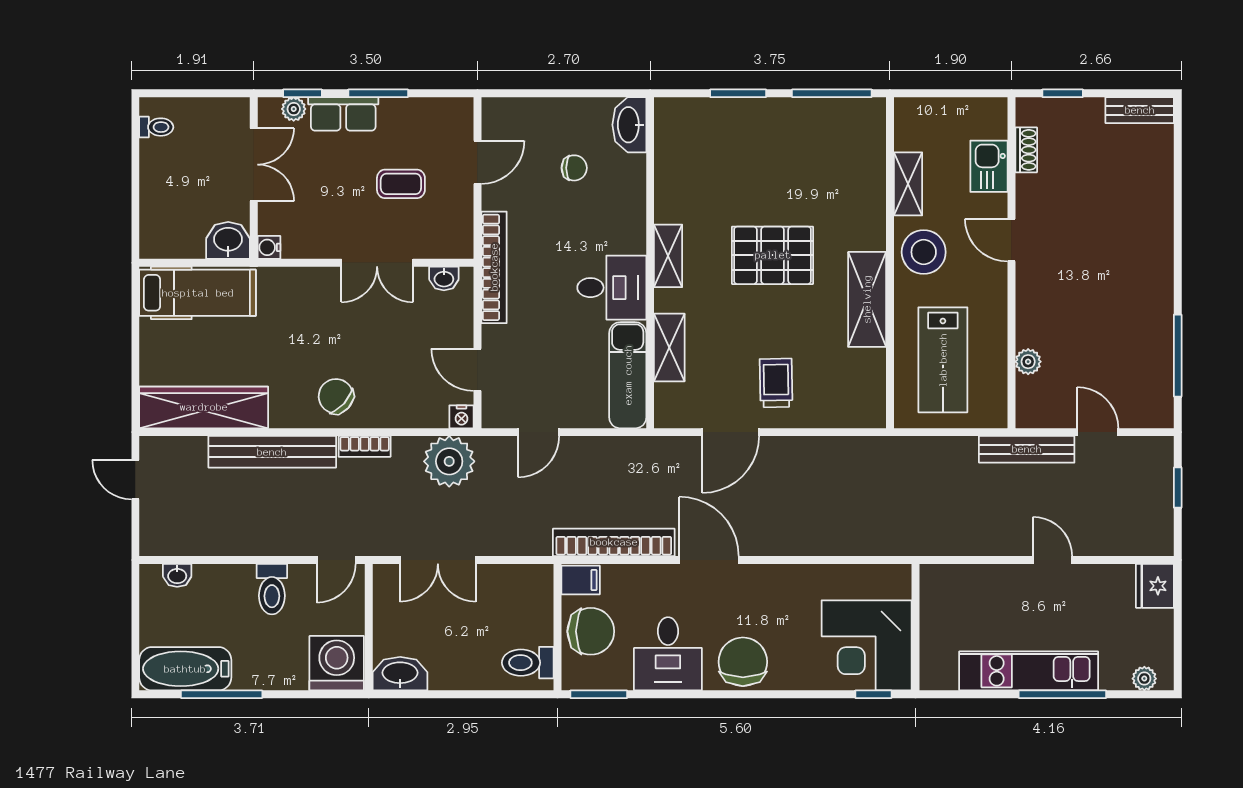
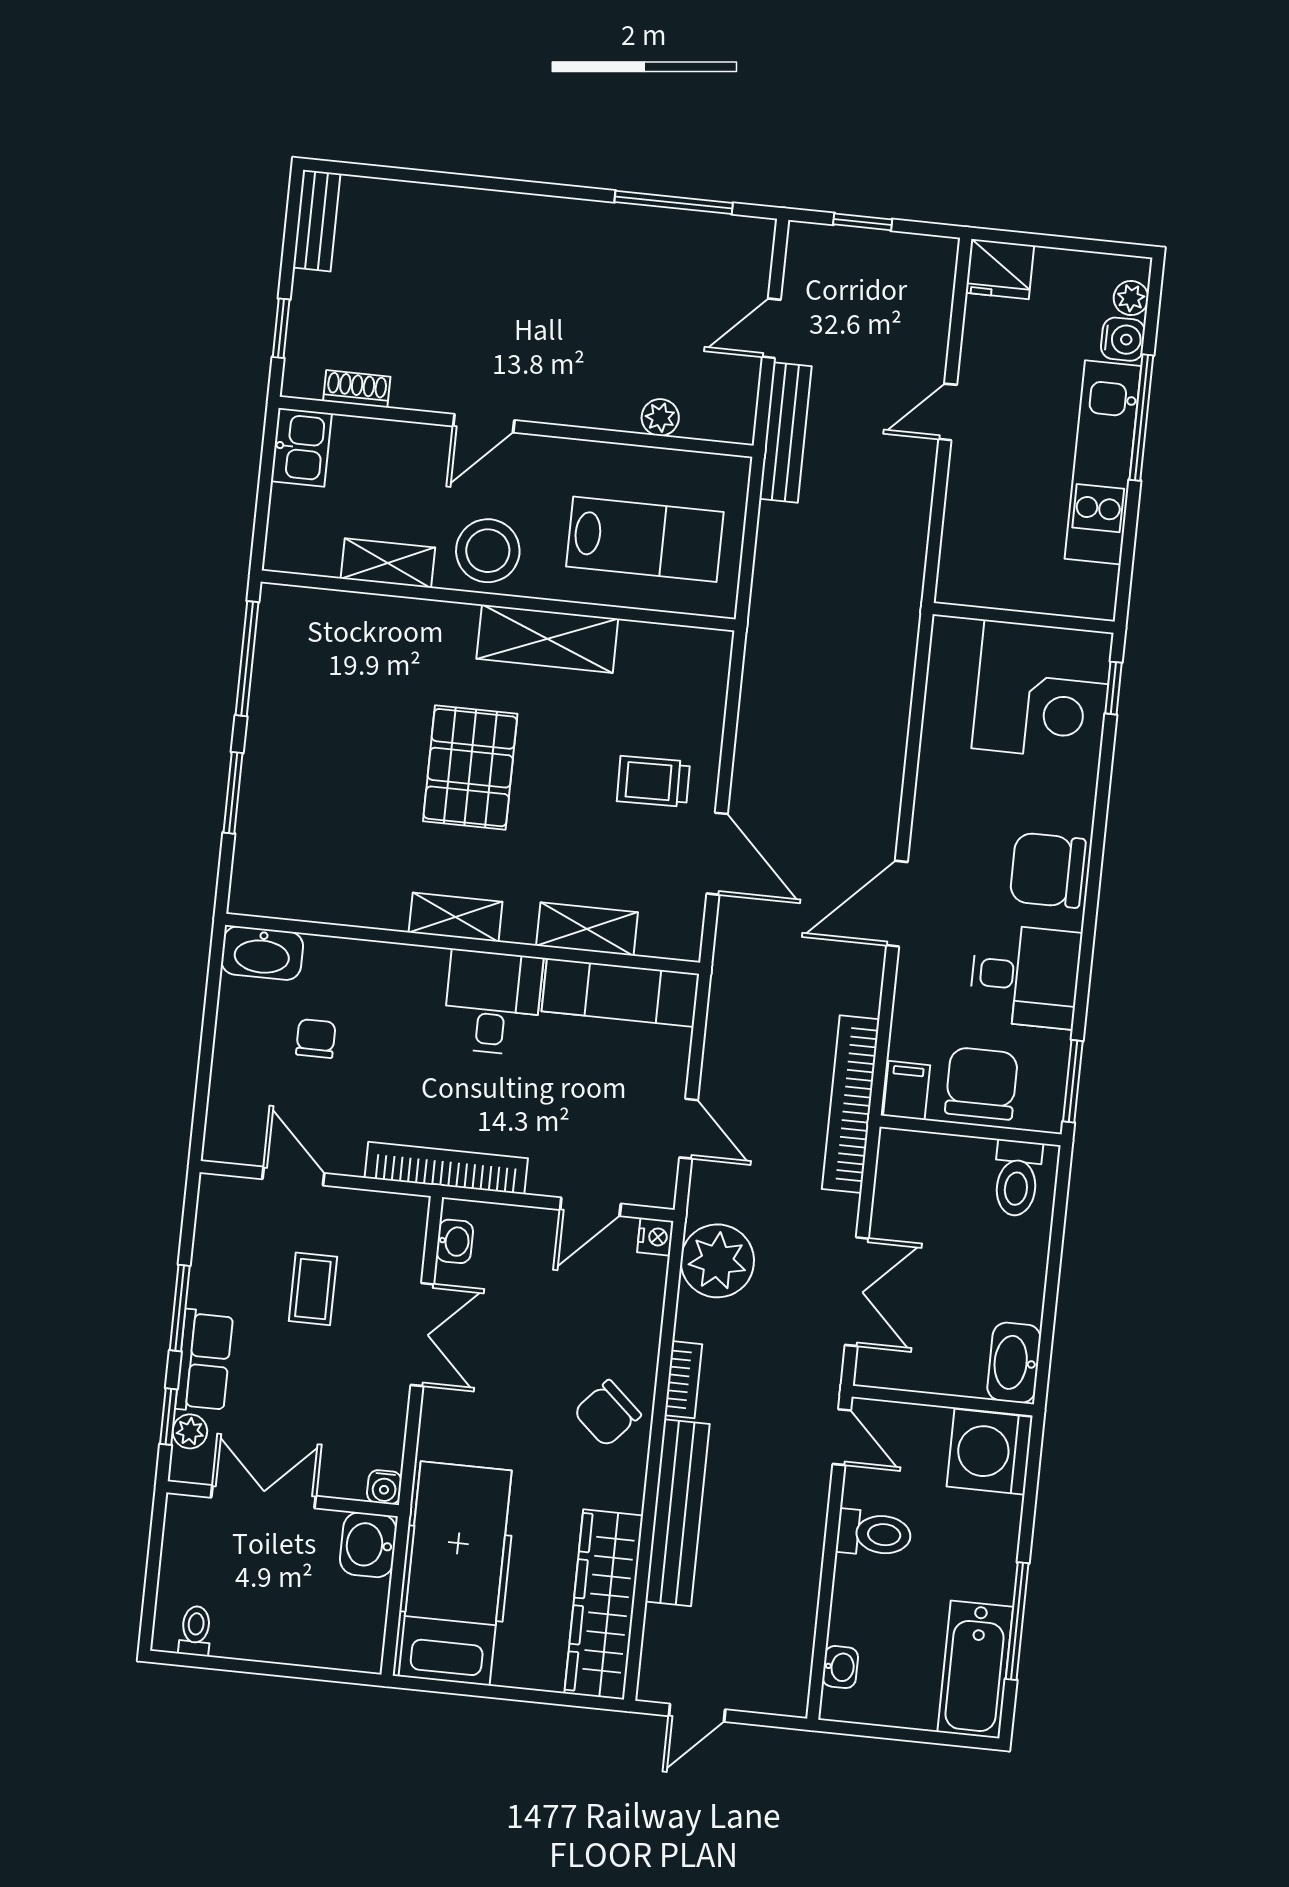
kitchen sink: (989, 166) -> (301, 447), moved, turned -90
hospital bed: (198, 293) -> (455, 1573), width x1.37, depth x1.29
bookcase: (614, 542) -> (851, 1104), moved
water cooler: (1115, 676) -> (1123, 339), added

